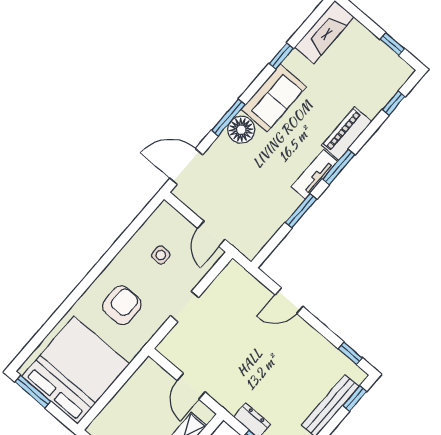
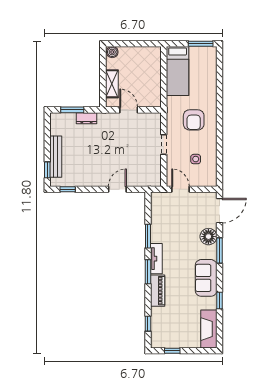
floor lamp: (241, 130) -> (208, 237), moved
bed: (76, 370) -> (178, 71), width x0.49

